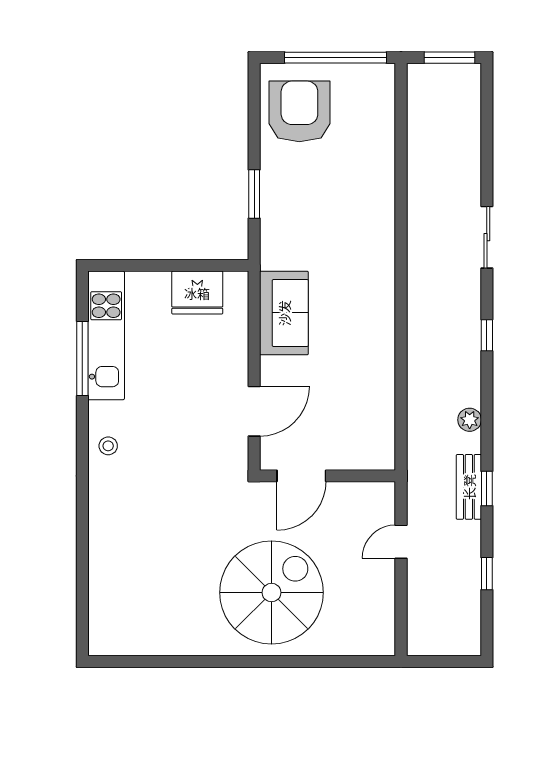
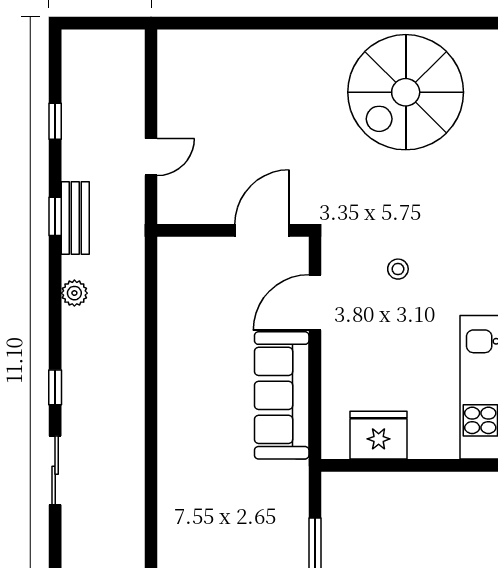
sliding door: (487, 237) -> (55, 470), moved
sofa: (284, 313) -> (282, 395), width x1.36
stool: (108, 446) -> (398, 269), moved
spiral stairs: (272, 593) -> (406, 92), moved

